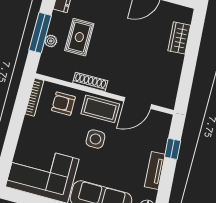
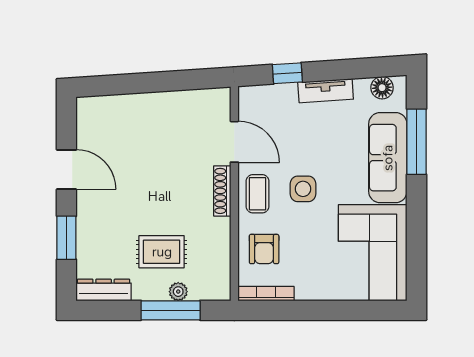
wardrobe: (179, 38) -> (124, 107), removed
shoe rack: (90, 82) -> (222, 191), moved
coffee table: (100, 109) -> (257, 194), width x0.73, depth x0.77

